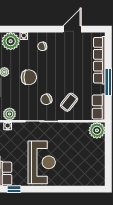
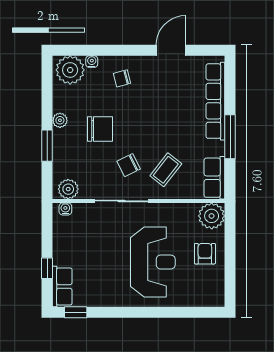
armchair: (93, 153) -> (205, 254), added
reception desk: (42, 162) -> (153, 262), moved

